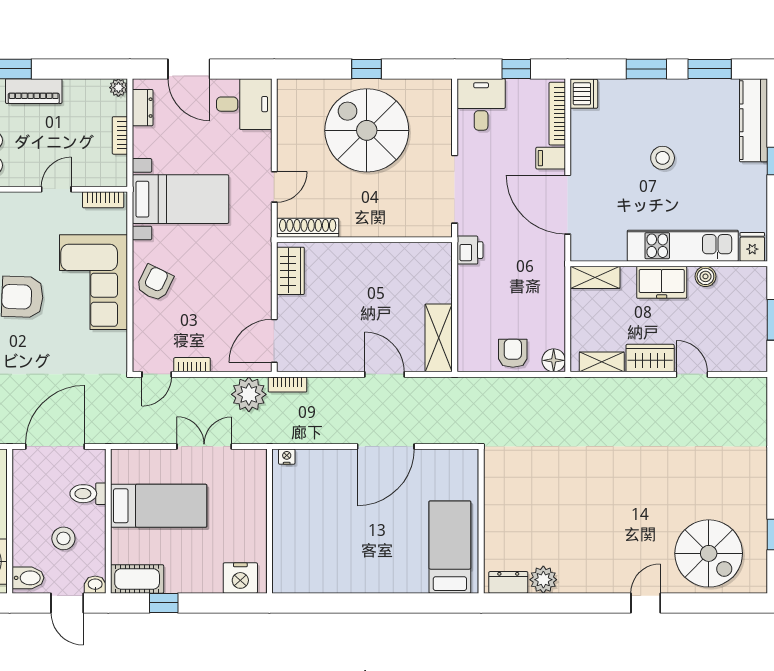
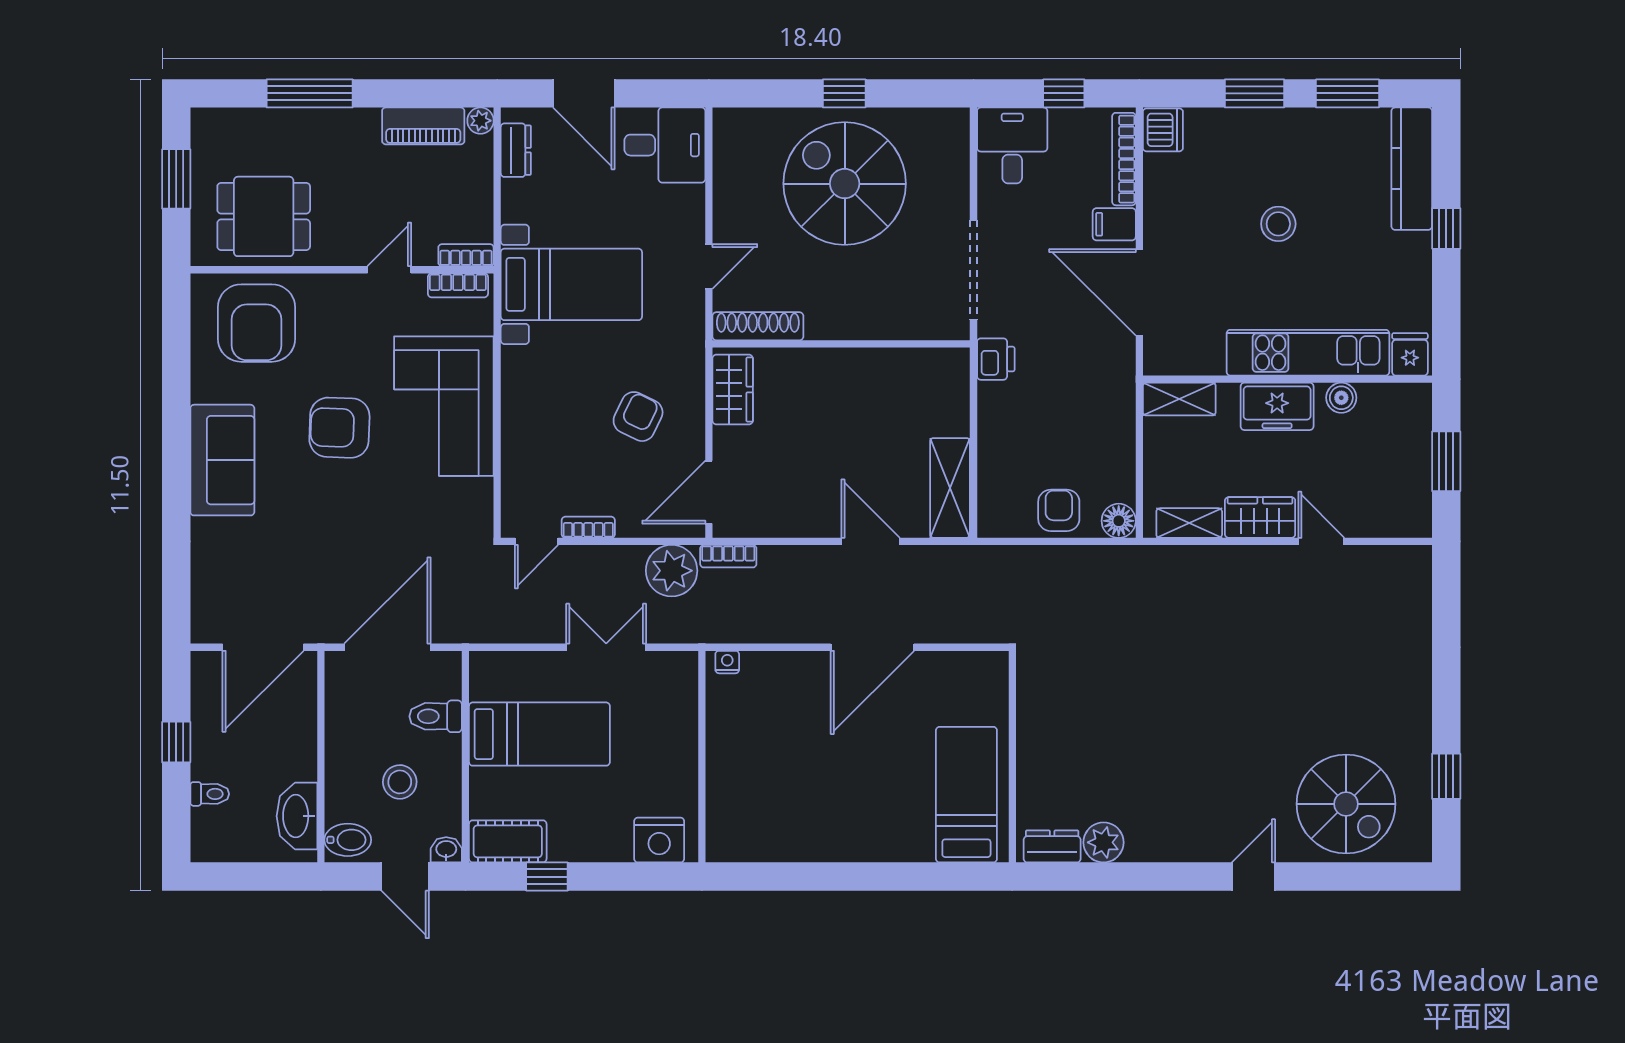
piano: (34, 91) -> (423, 126), moved
bookcase: (120, 135) -> (466, 255), moved, turned 90
armchair: (155, 283) -> (638, 417), moved

